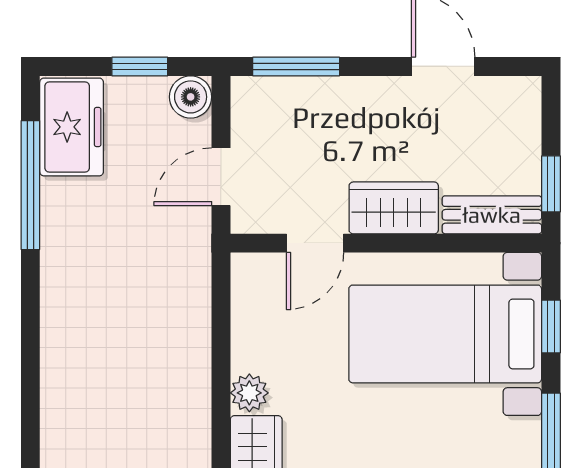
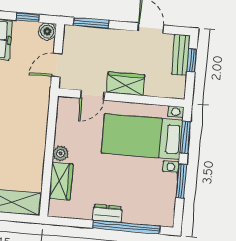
window: (551, 184) -> (192, 60), moved
bench: (492, 215) -> (181, 55), moved, turned 90
window: (551, 326) -> (185, 137), width x1.50

